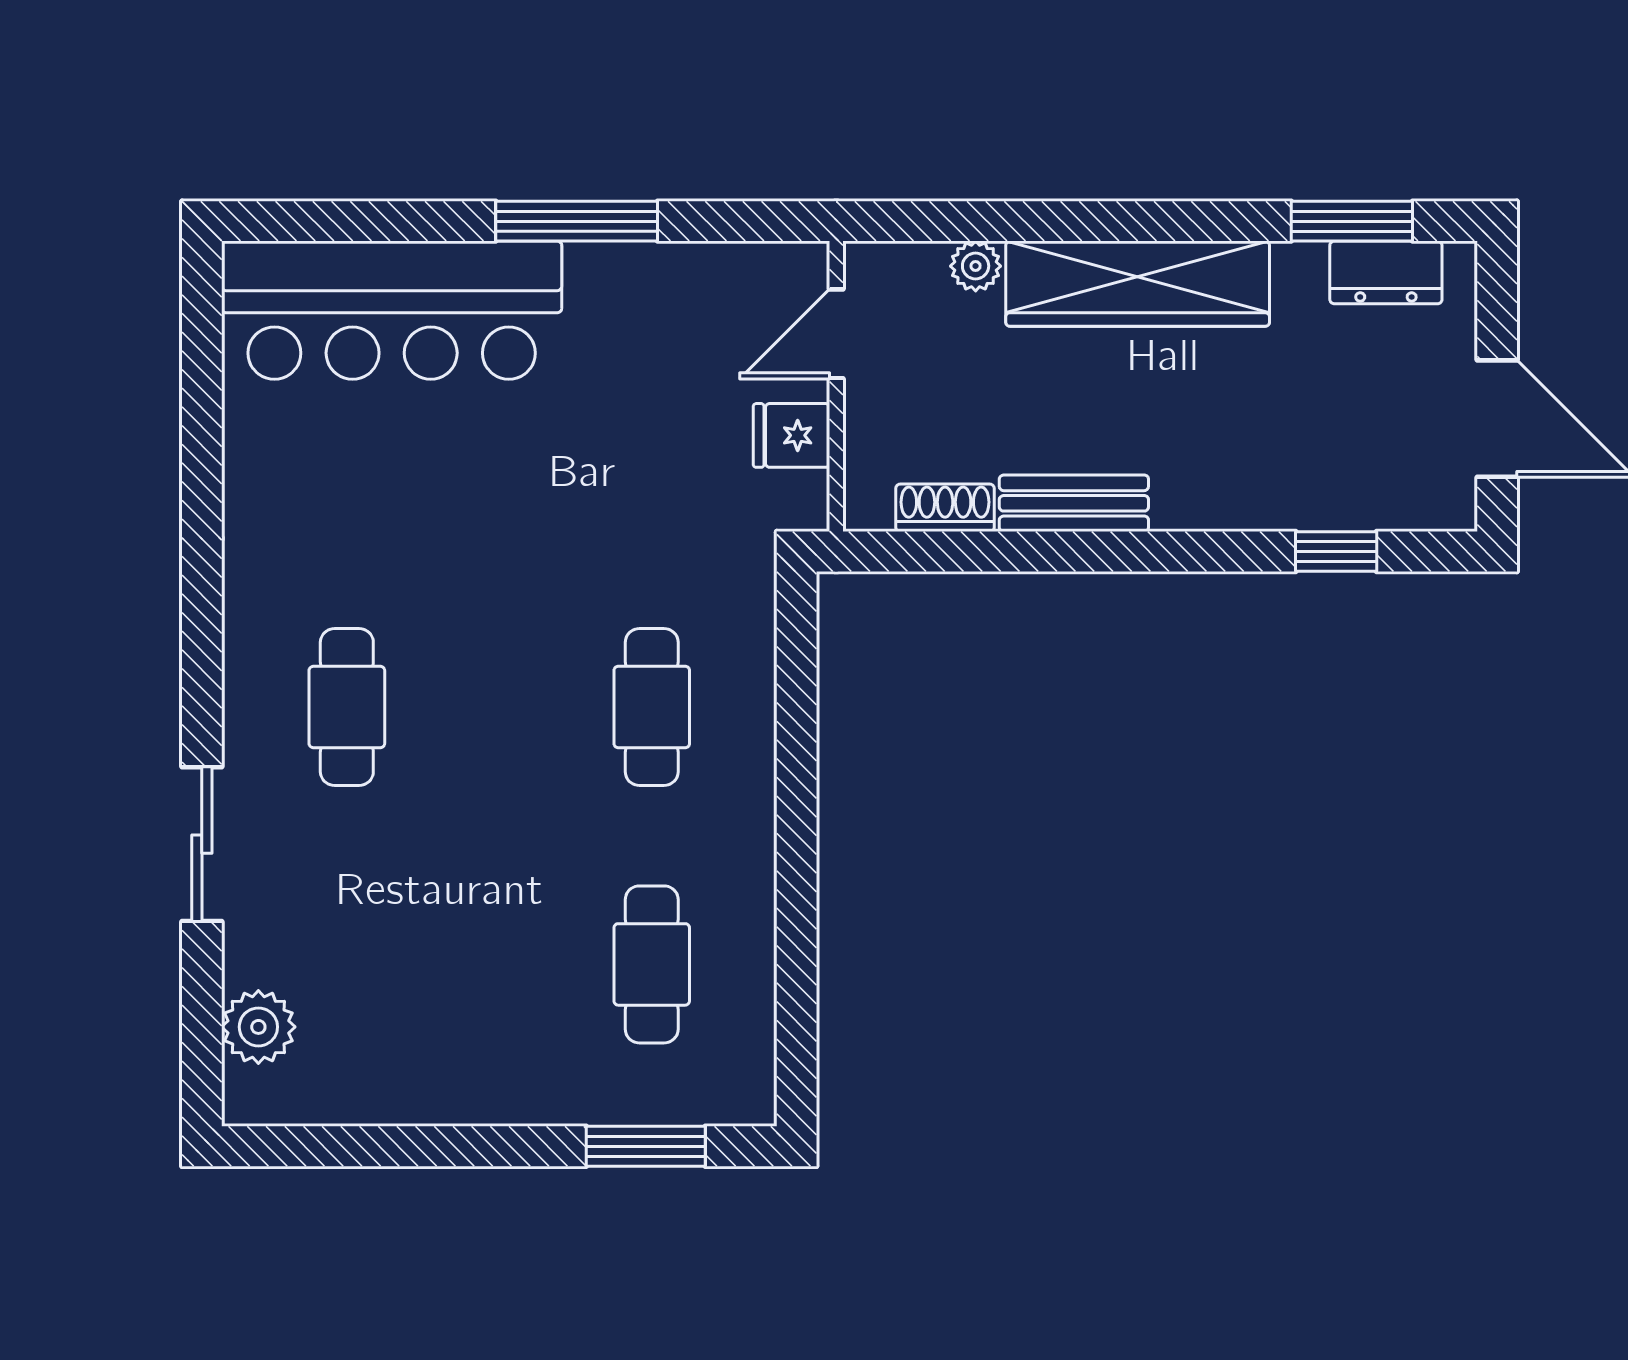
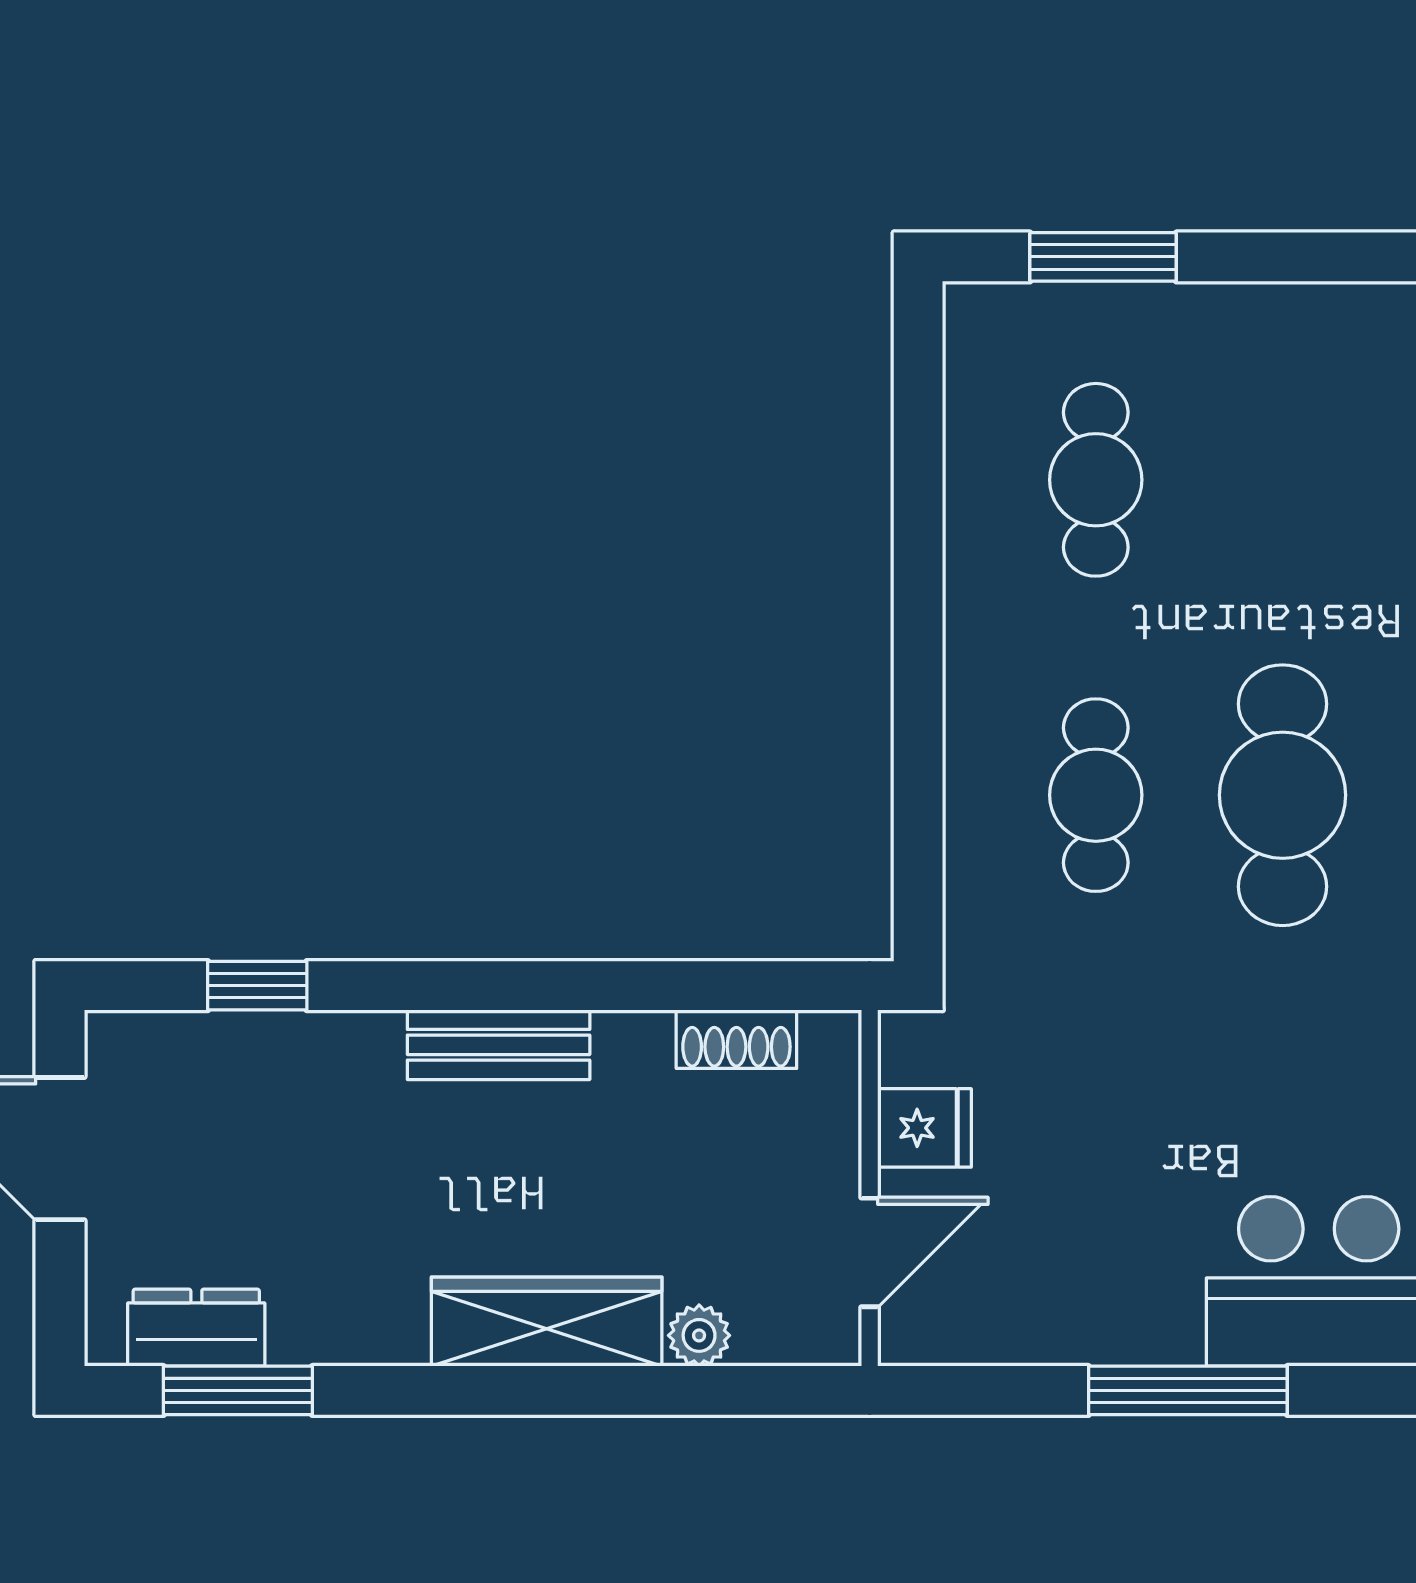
wardrobe: (1138, 284) -> (547, 1322), width x0.71, depth x0.85
bench: (1074, 503) -> (499, 1045), moved
cafe table: (499, 707) -> (1283, 795), added

